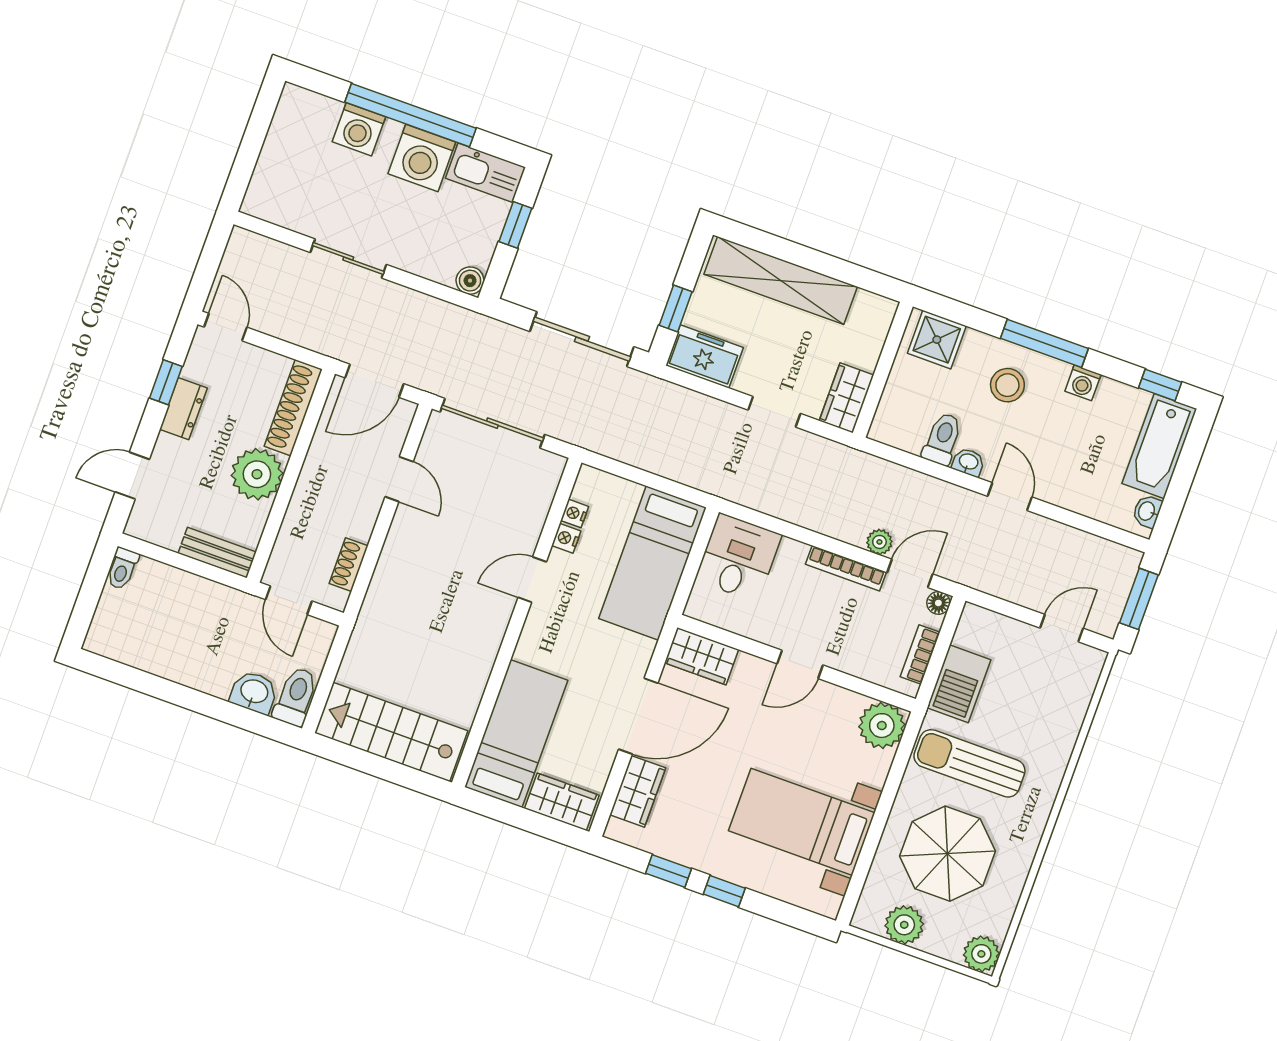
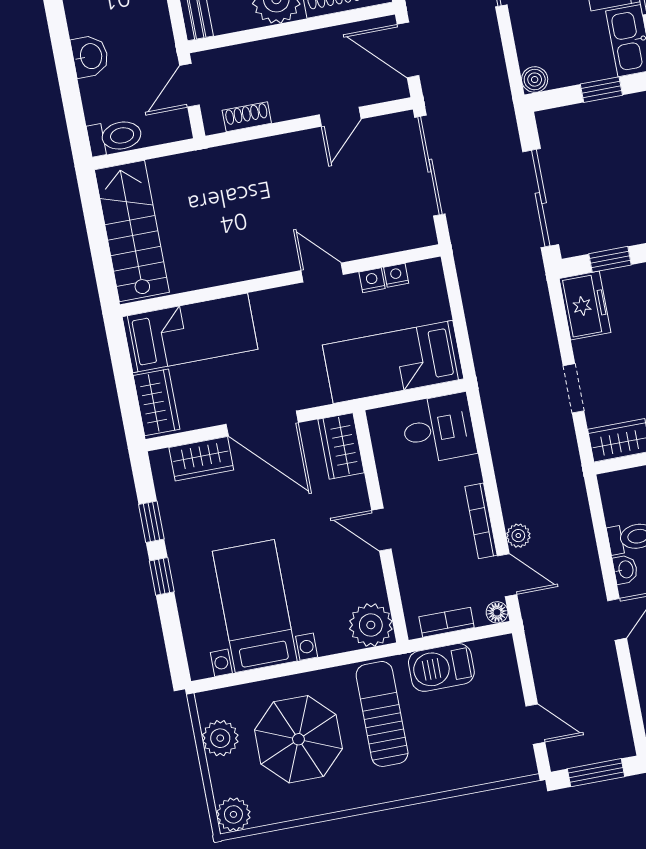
washbasin: (254, 692) -> (90, 56), moved

